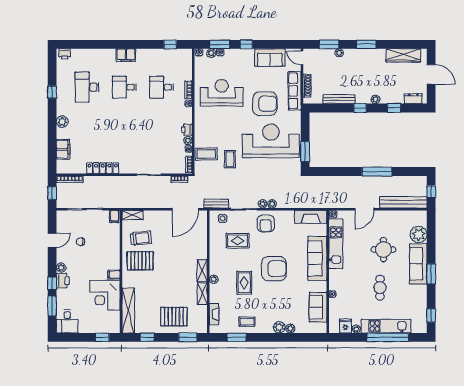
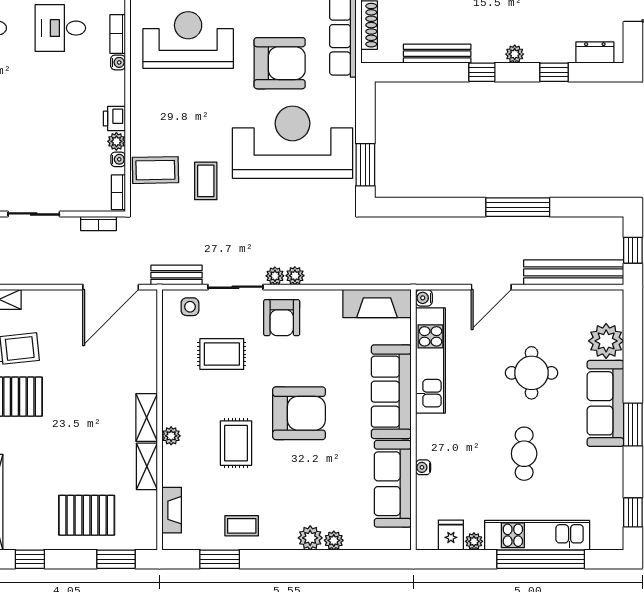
sofa: (318, 307) -> (393, 484), width x1.36

